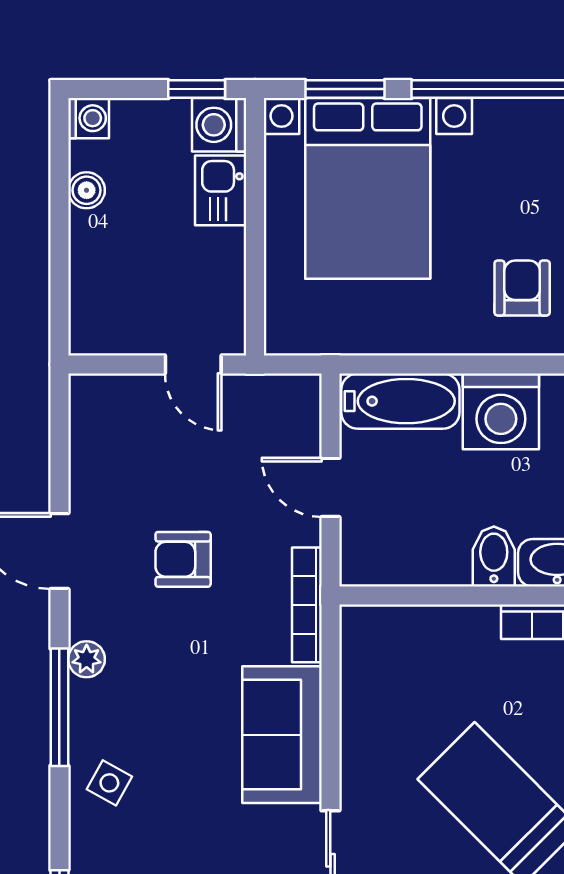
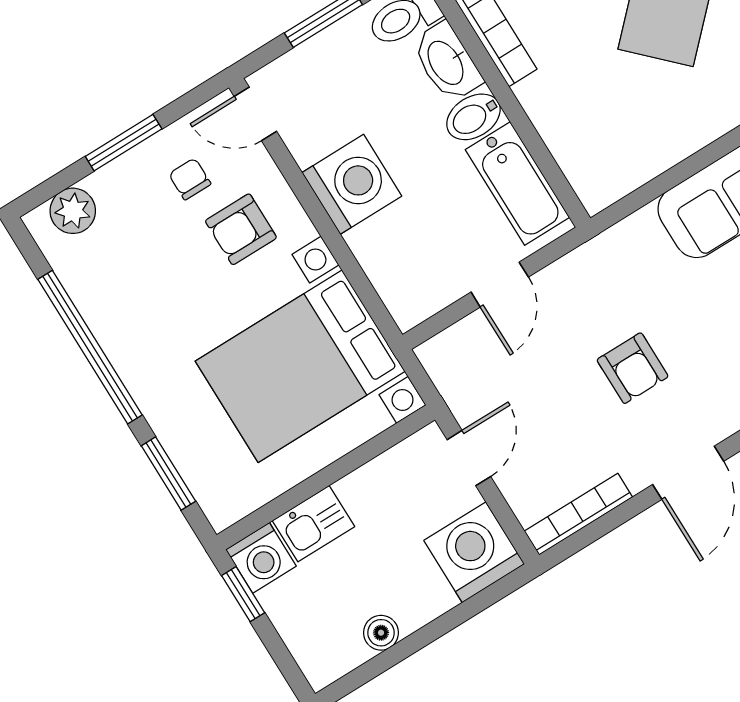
washing machine: (89, 118) -> (474, 552), moved, width x1.89, depth x1.89
bed with nightstands: (368, 188) -> (300, 366), moved, turned 180
bathtub: (400, 401) -> (517, 183), moved, turned 180
bookcase: (307, 605) -> (578, 514), moved, turned 180

